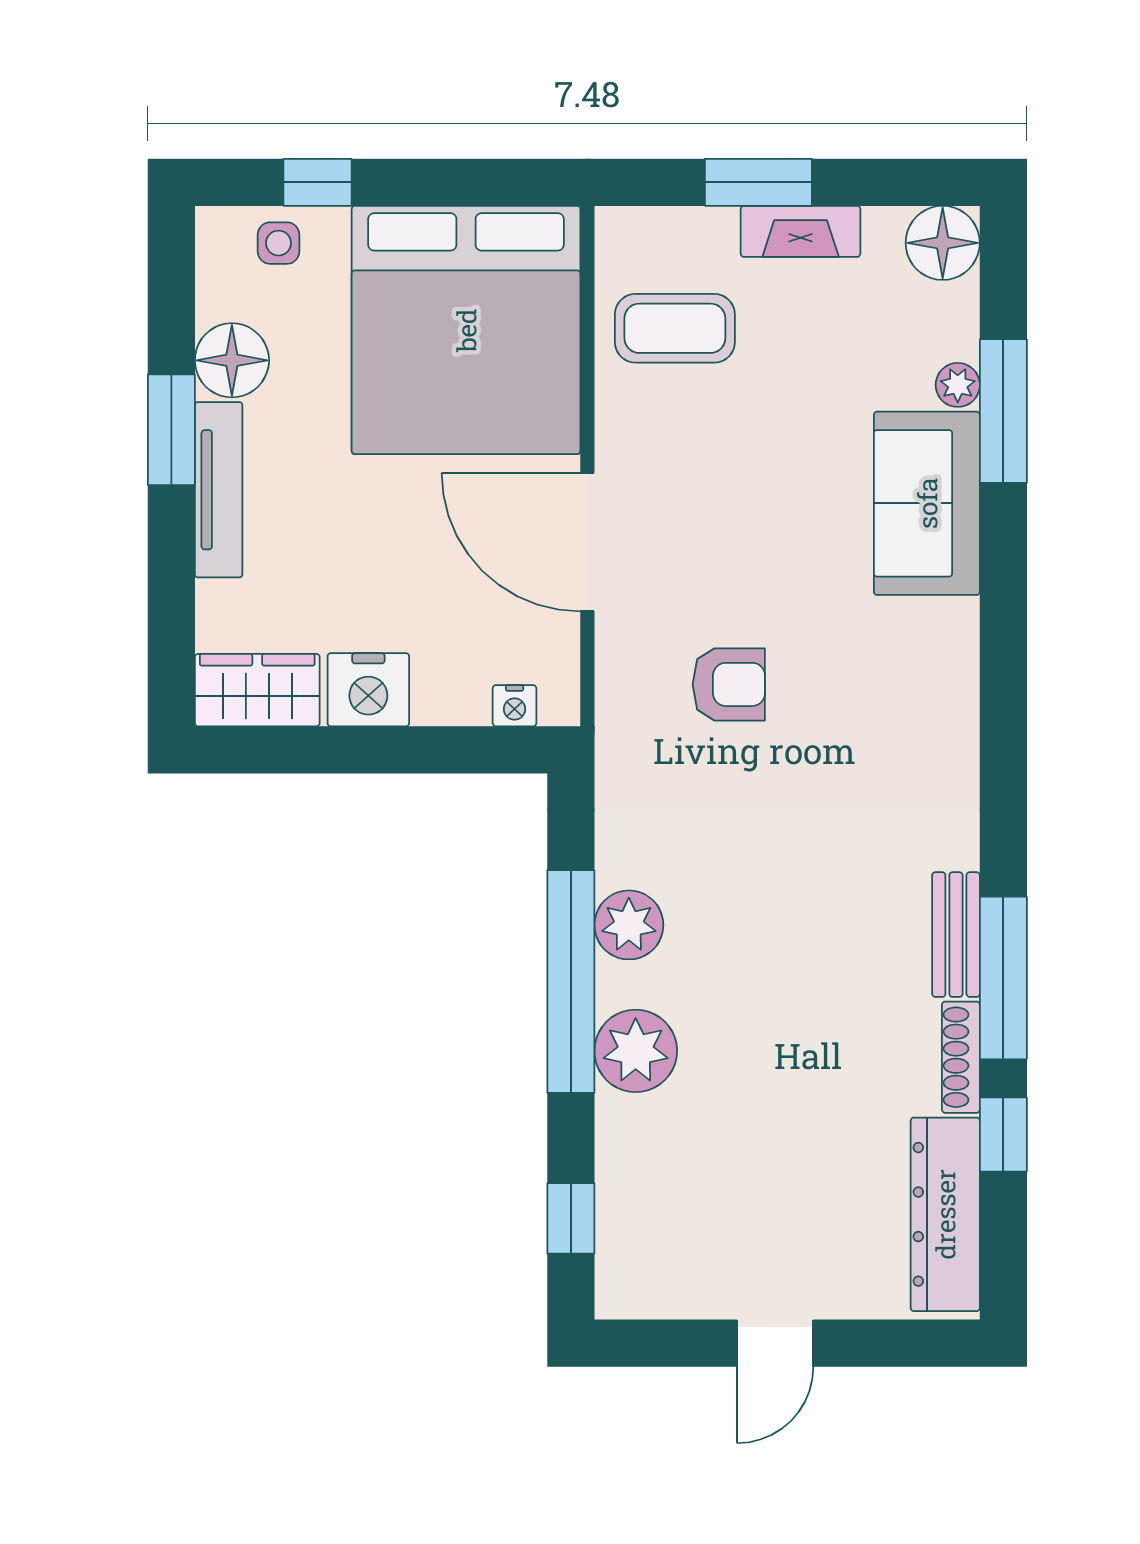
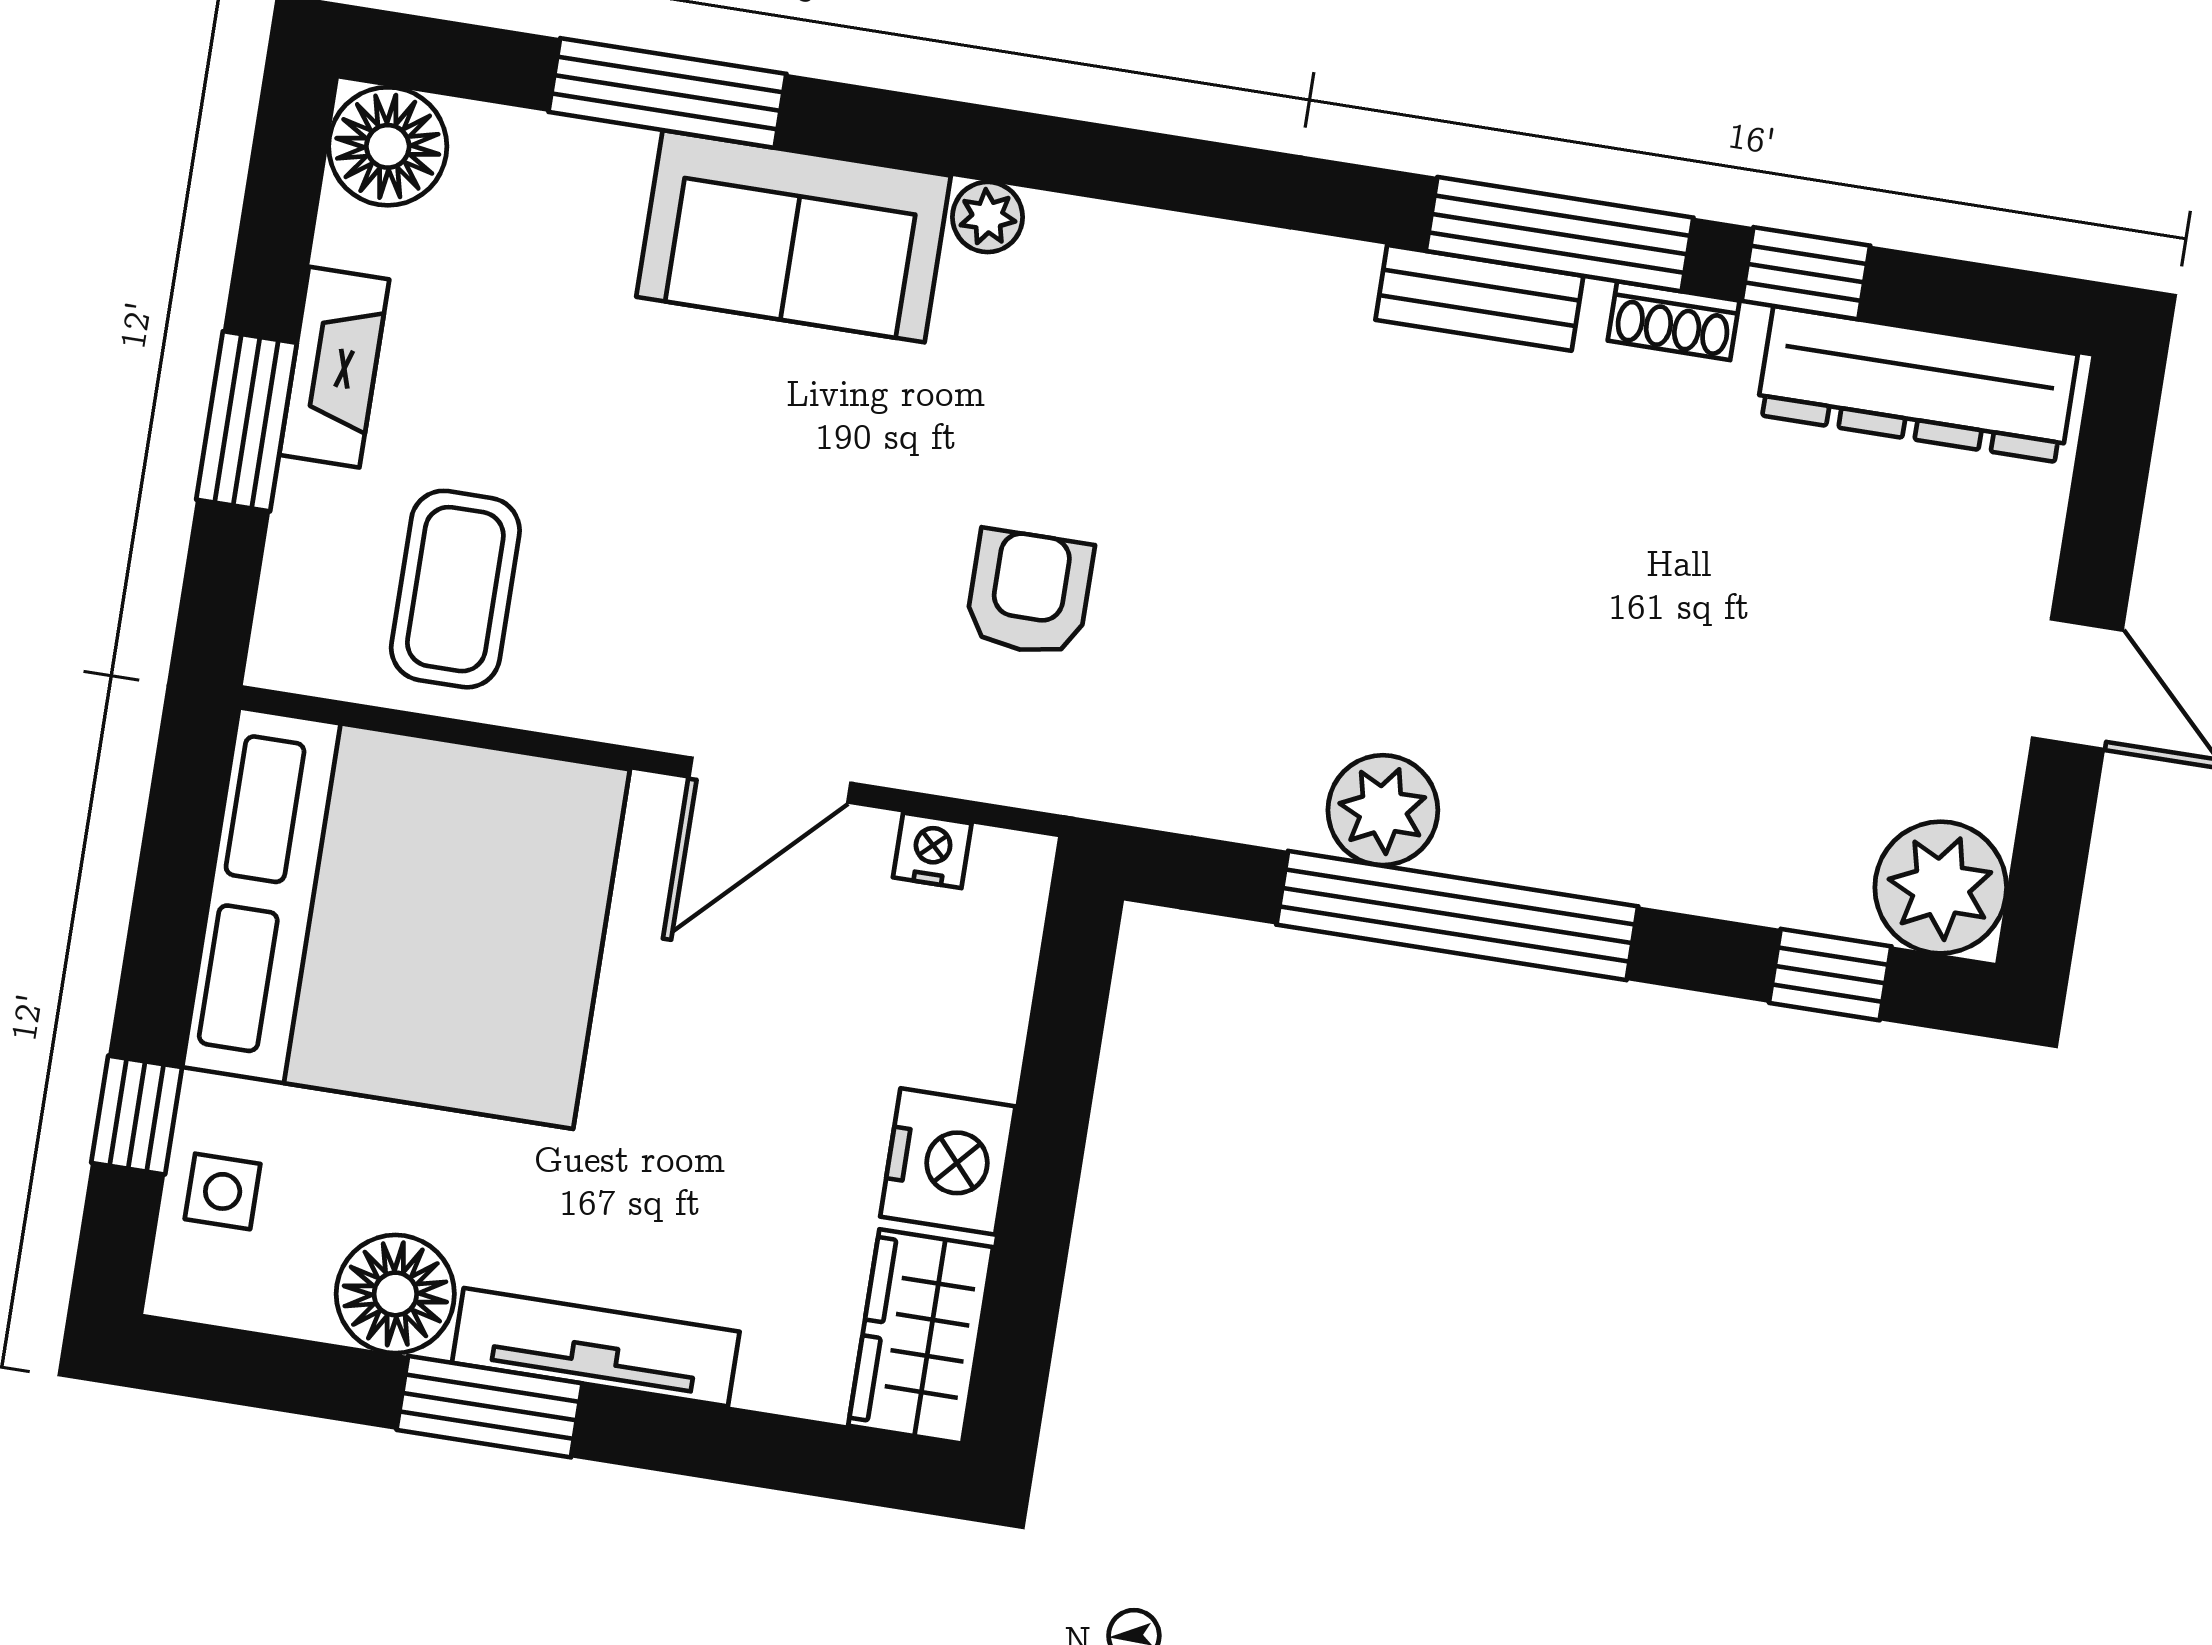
plant: (958, 385) -> (988, 217), moved
door: (587, 542) -> (770, 780), width x0.73
nightstand: (515, 706) -> (932, 850), moved, turned -90
plant: (636, 1051) -> (1941, 887), moved
shoe rack: (961, 1057) -> (1674, 321), width x0.70

